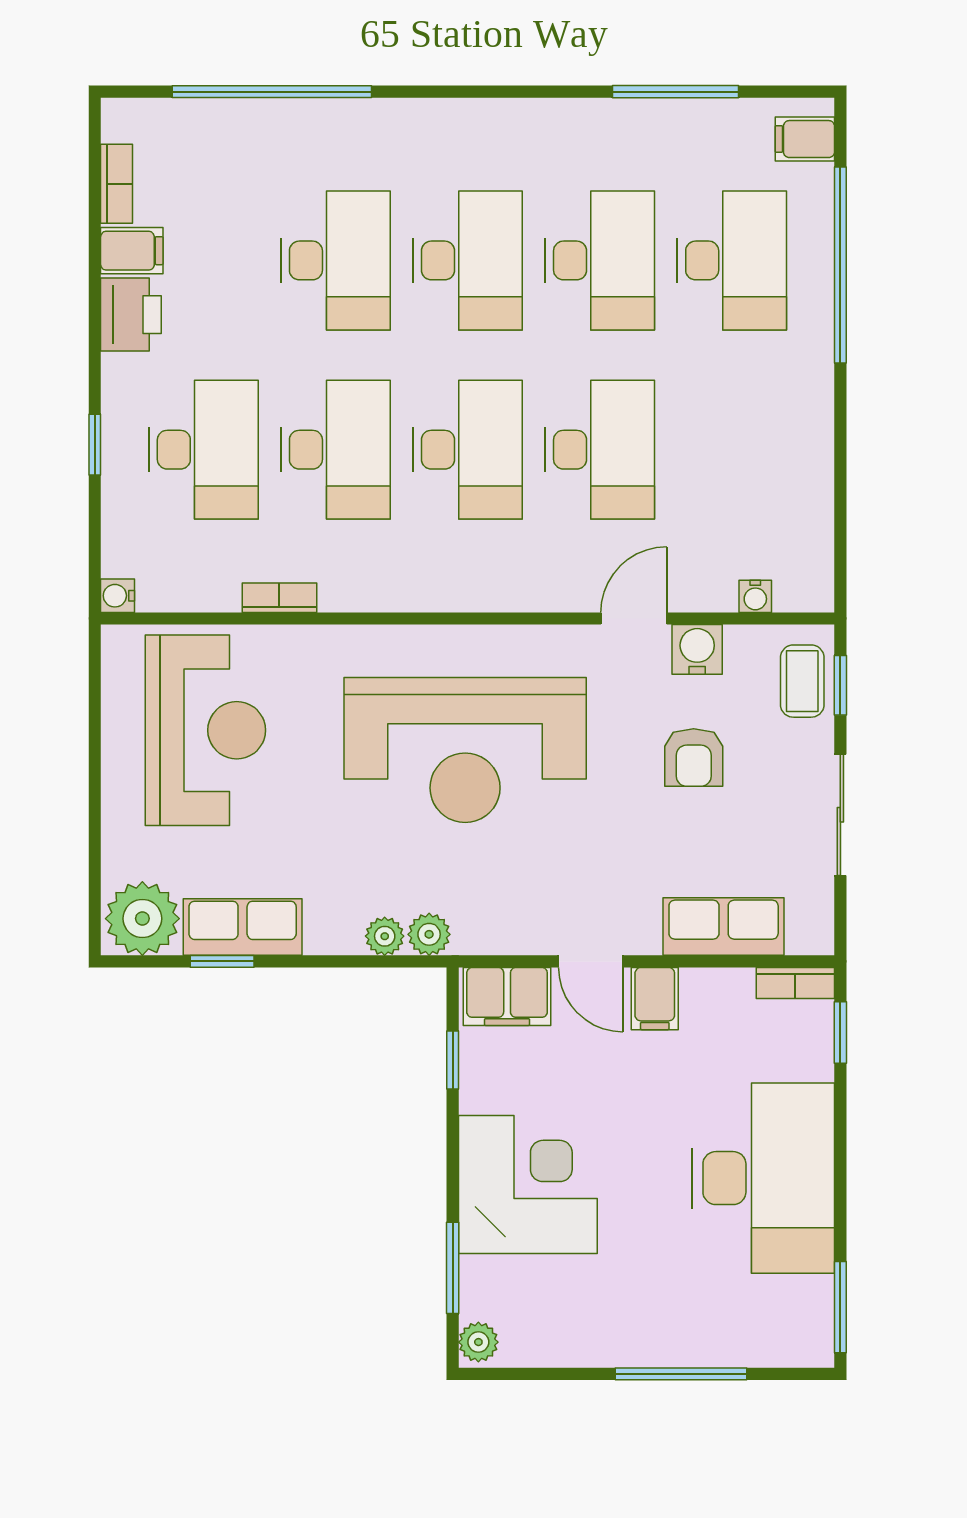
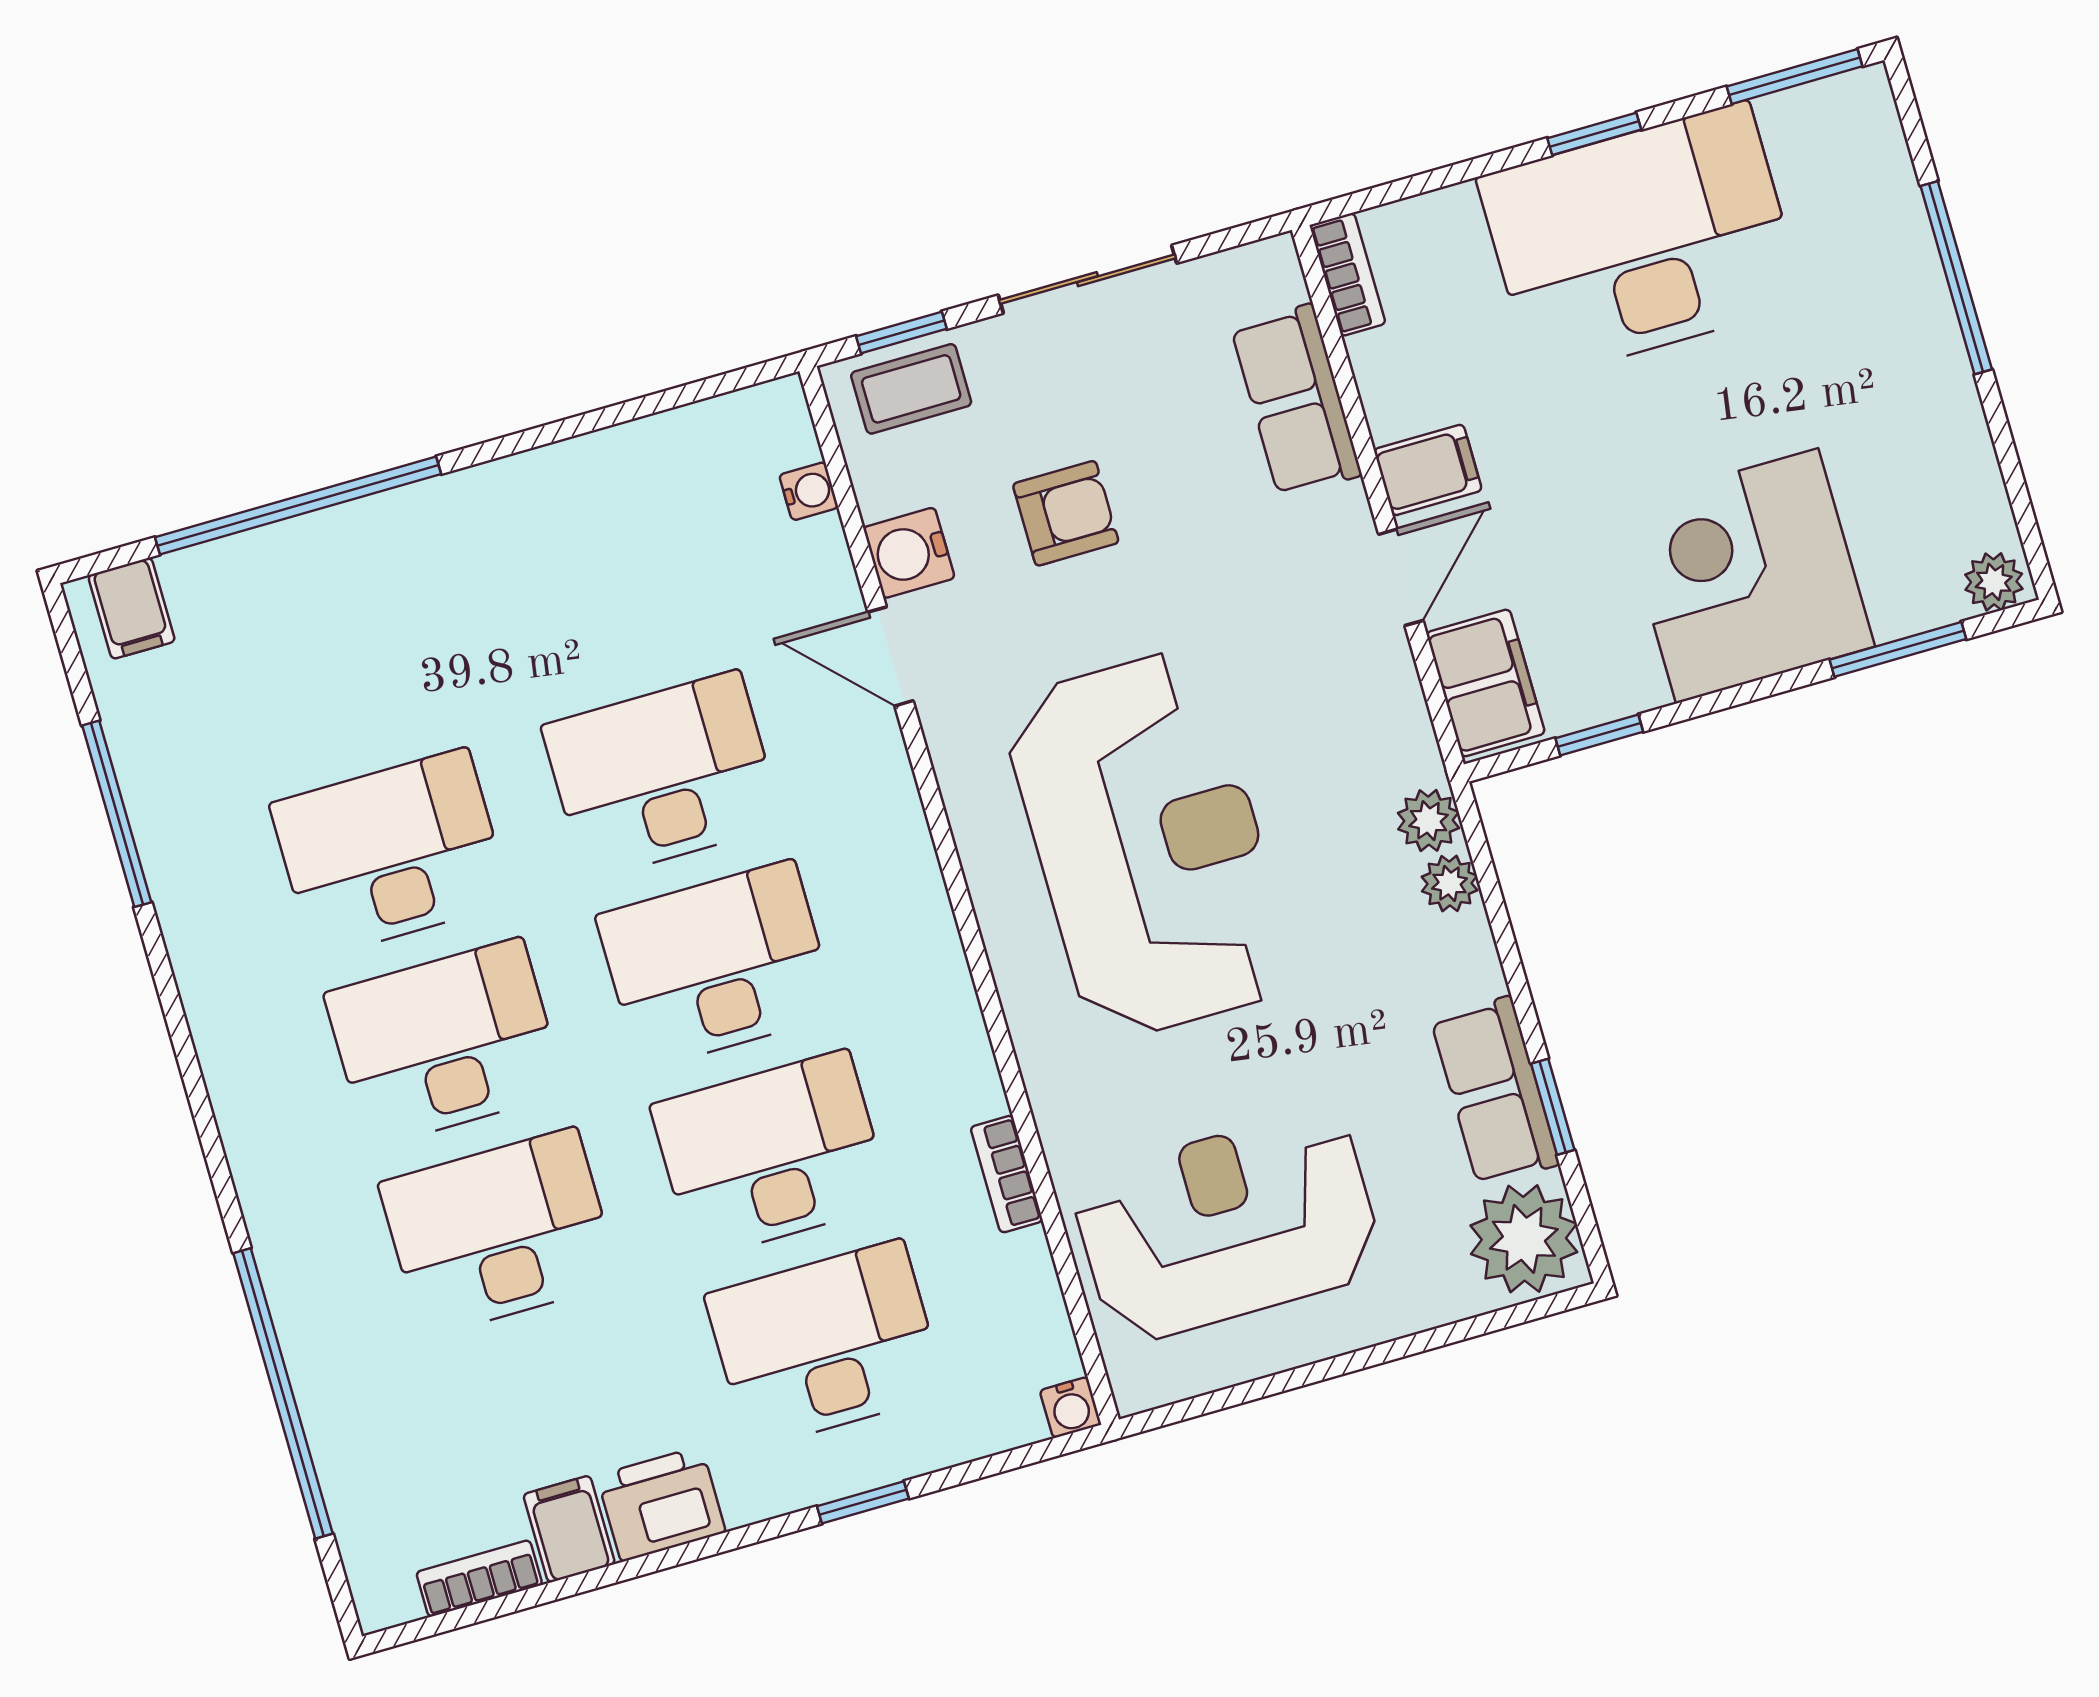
desk: (732, 260) -> (336, 663), removed
window: (840, 1033) -> (1594, 134), moved

